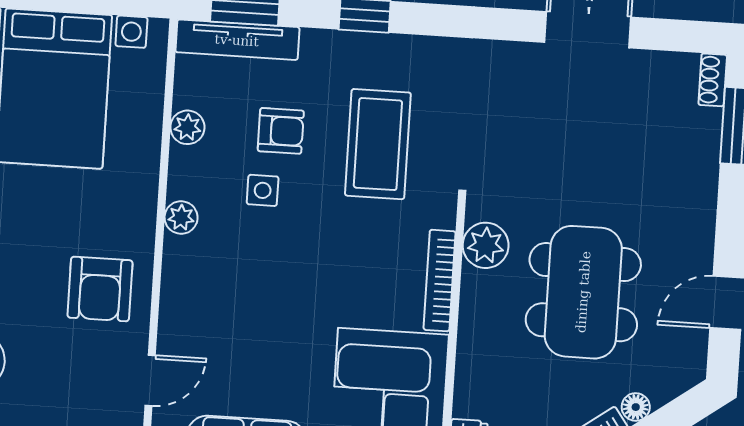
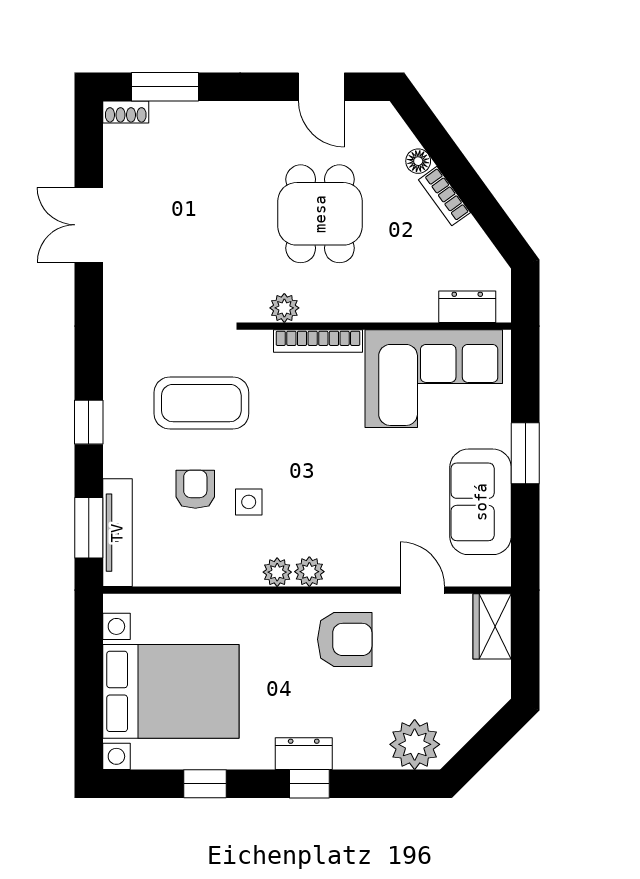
plant: (187, 127) -> (309, 572), moved
plant: (486, 245) -> (284, 308), width x0.73, depth x0.73
dining table: (583, 292) -> (320, 214), width x0.73

